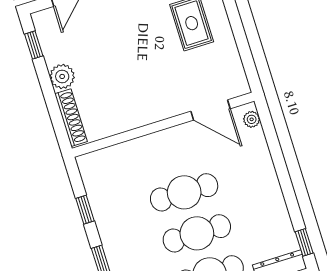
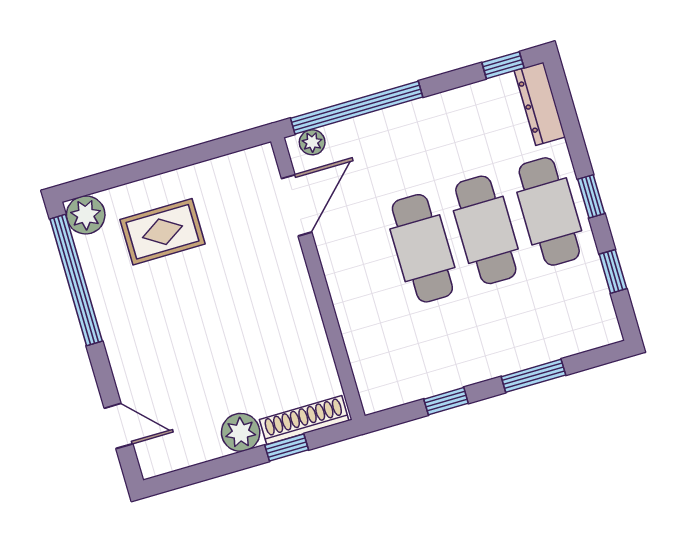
window: (34, 45) -> (287, 447), moved
window: (275, 148) -> (357, 108), added

